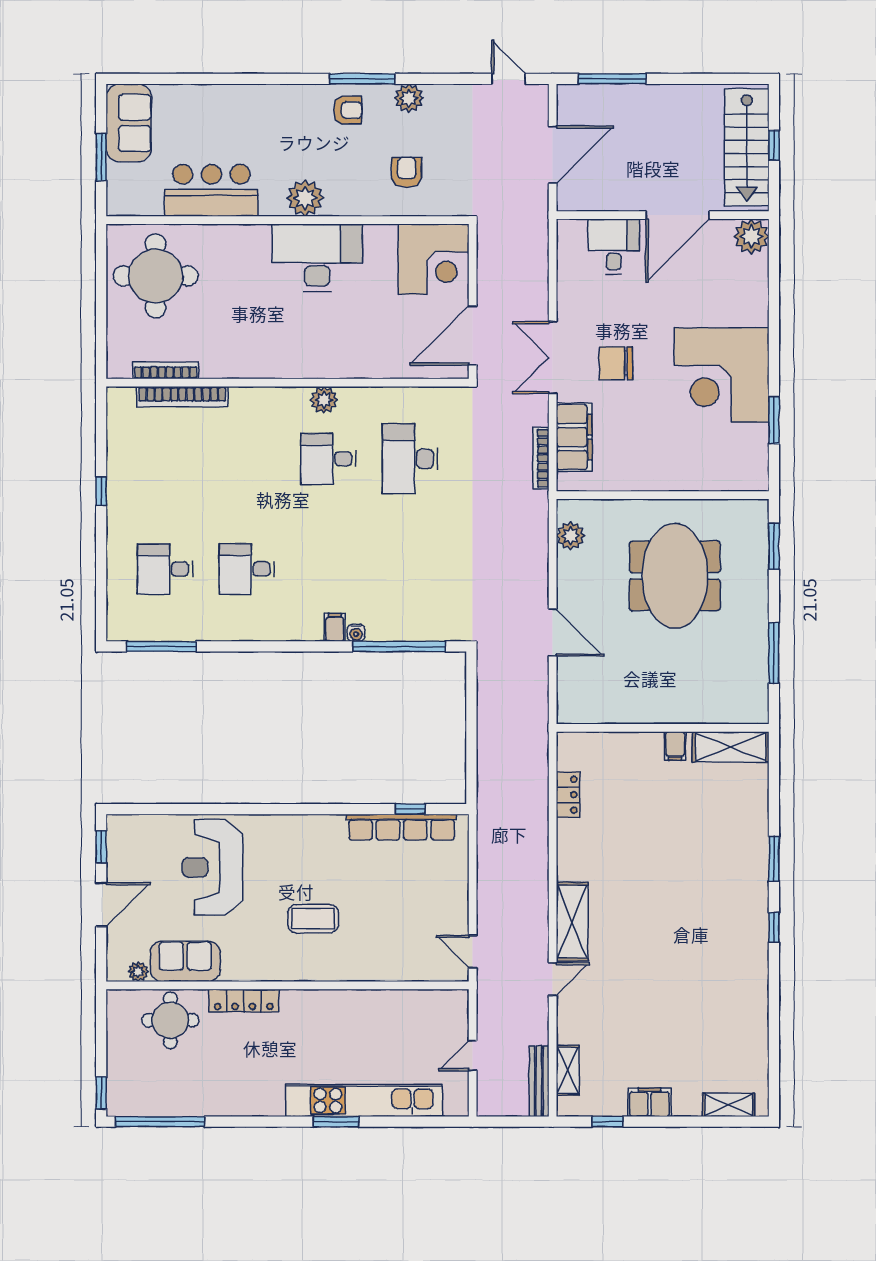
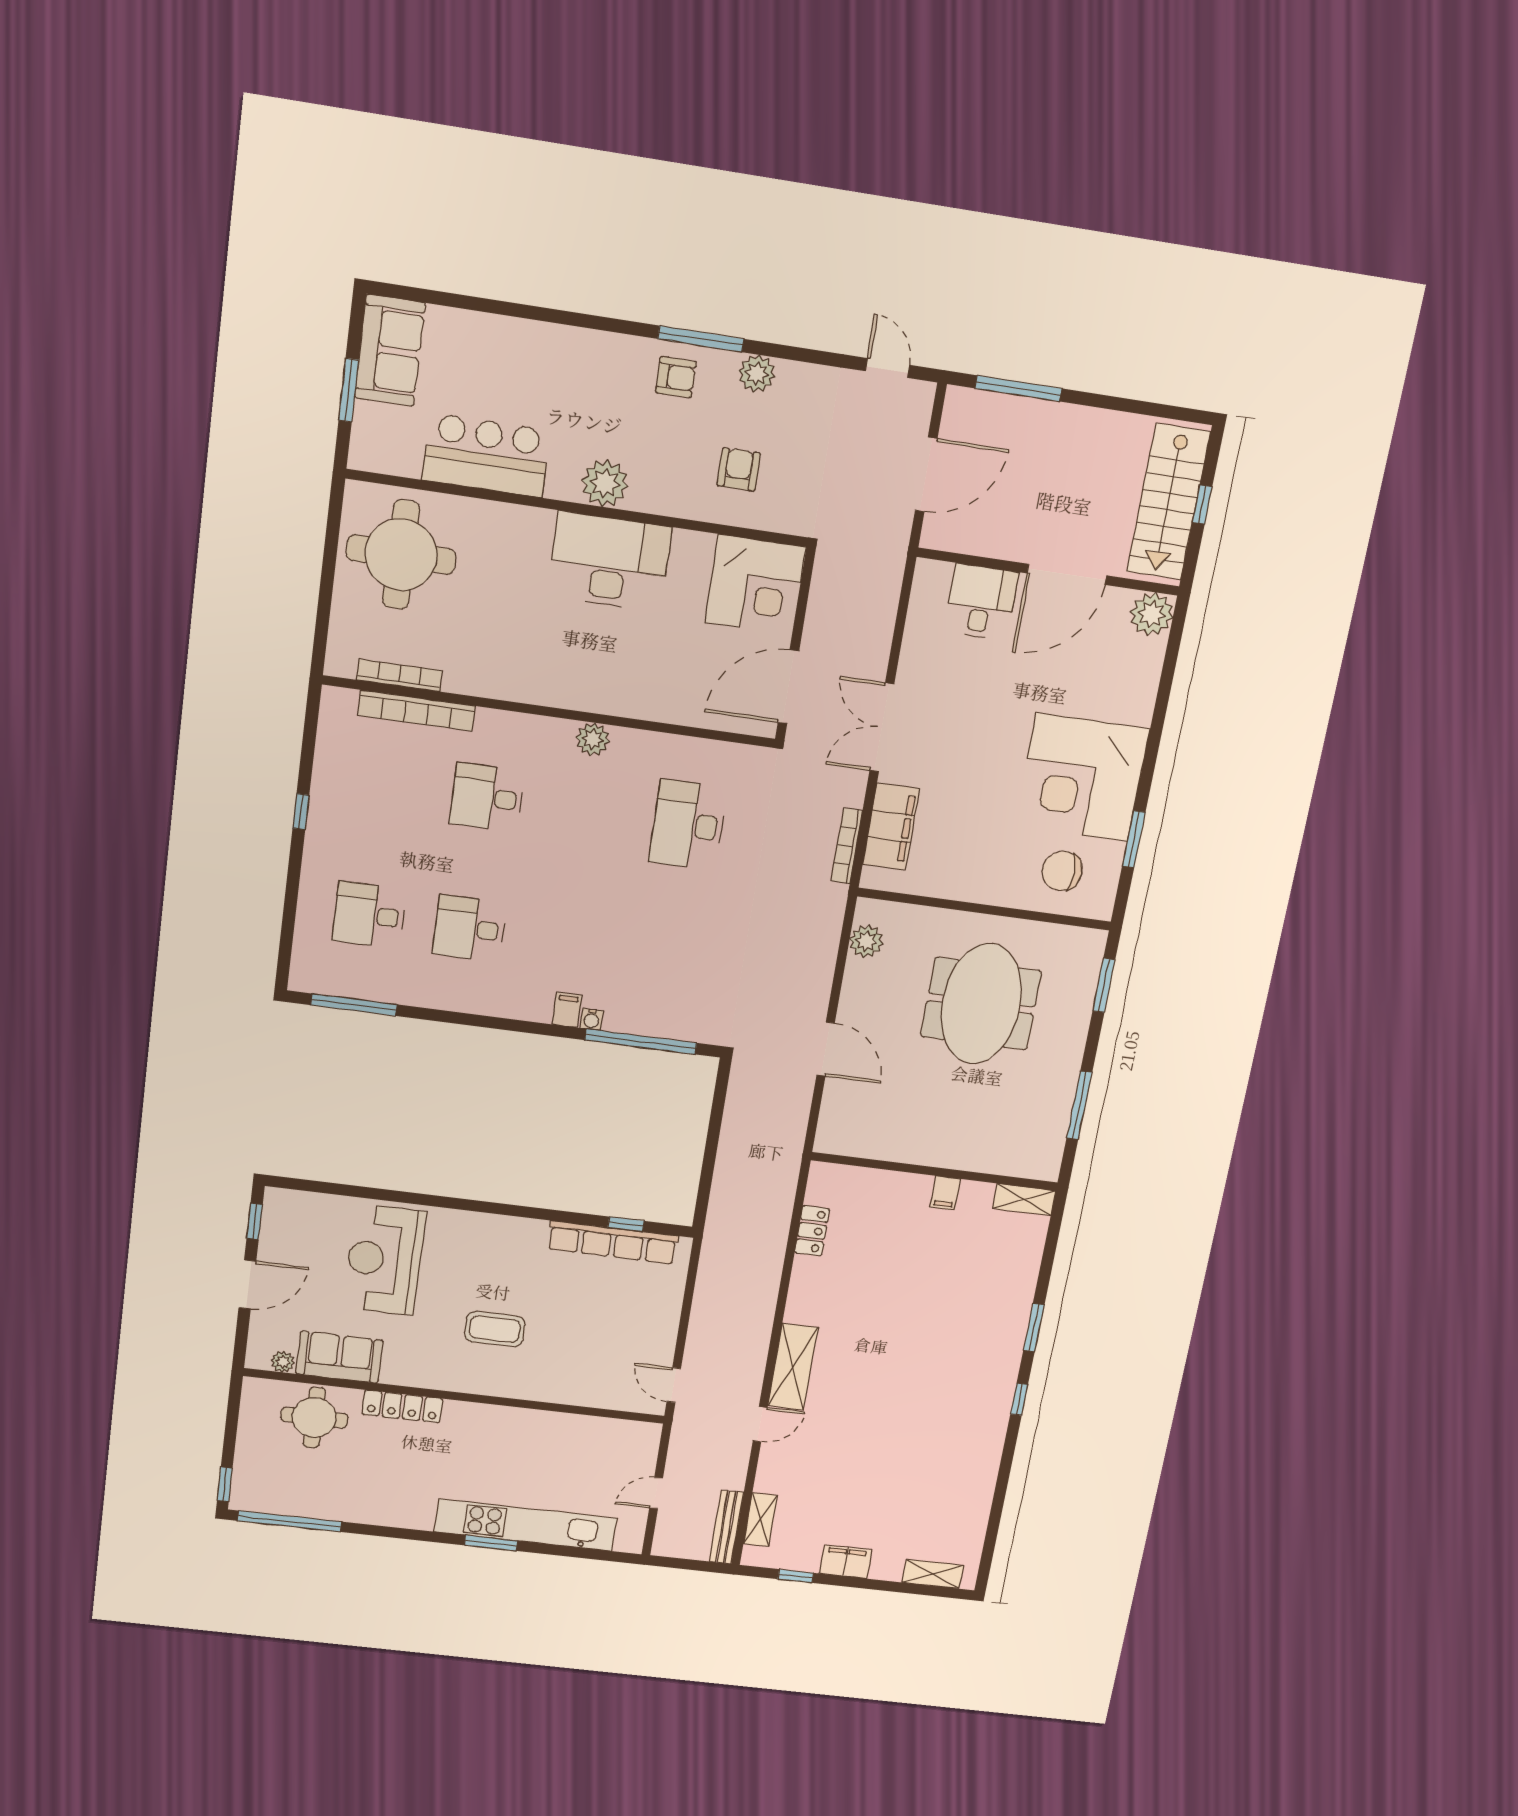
chair: (616, 363) -> (1062, 871), moved
desk: (328, 459) -> (487, 797), moved
shelving: (731, 747) -> (1024, 1200), width x0.67, depth x0.75

